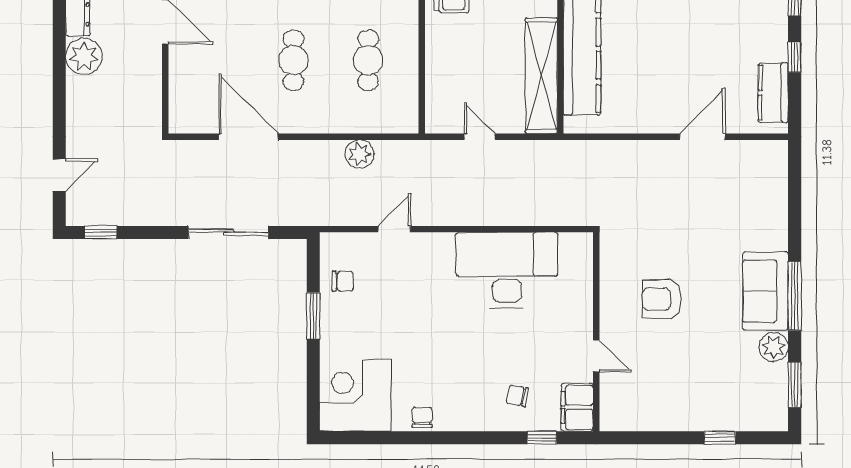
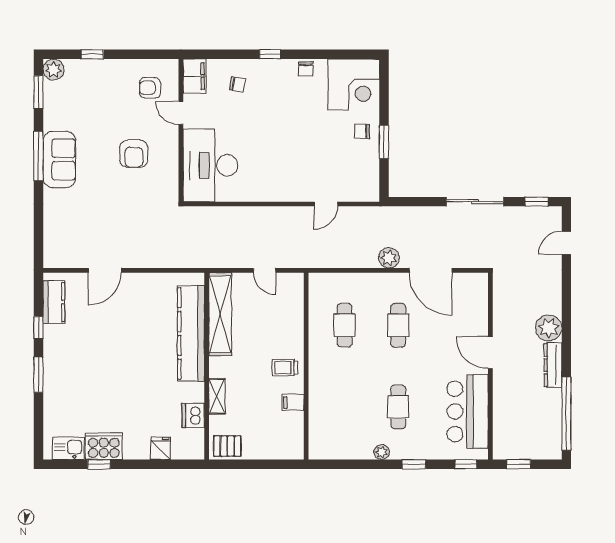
plant: (360, 154) -> (389, 258), moved
sliding door: (228, 232) -> (475, 202), moved
desk: (507, 270) -> (210, 165), moved, turned 90
chair: (343, 281) -> (362, 131), moved
armchair: (662, 299) -> (134, 154), turned 90
plant: (774, 347) -> (54, 70), moved
armchair: (639, 391) -> (150, 88), added
window: (542, 438) -> (270, 54), moved

